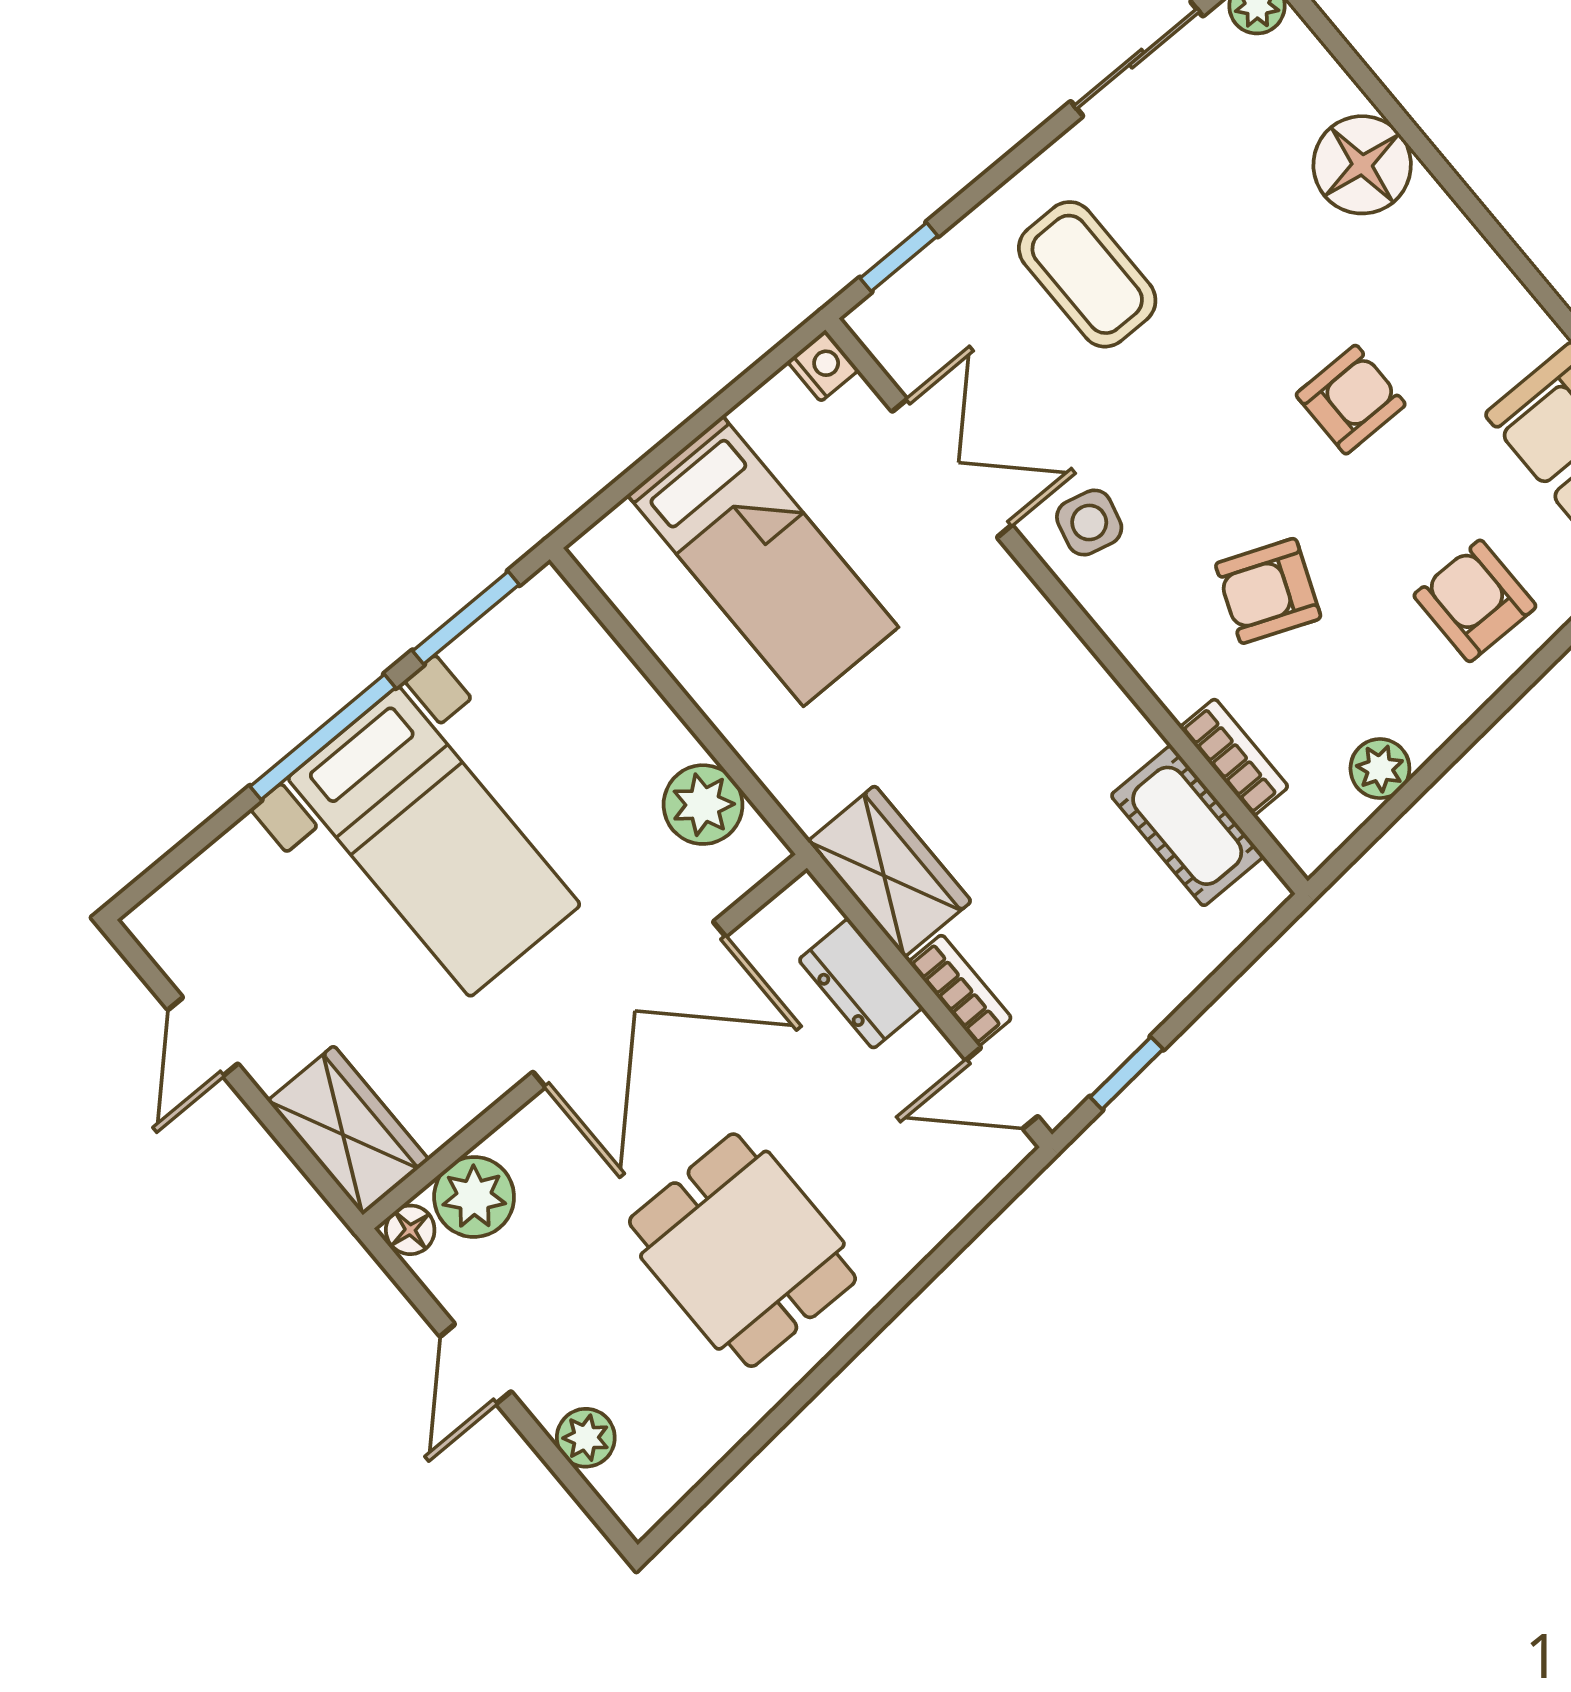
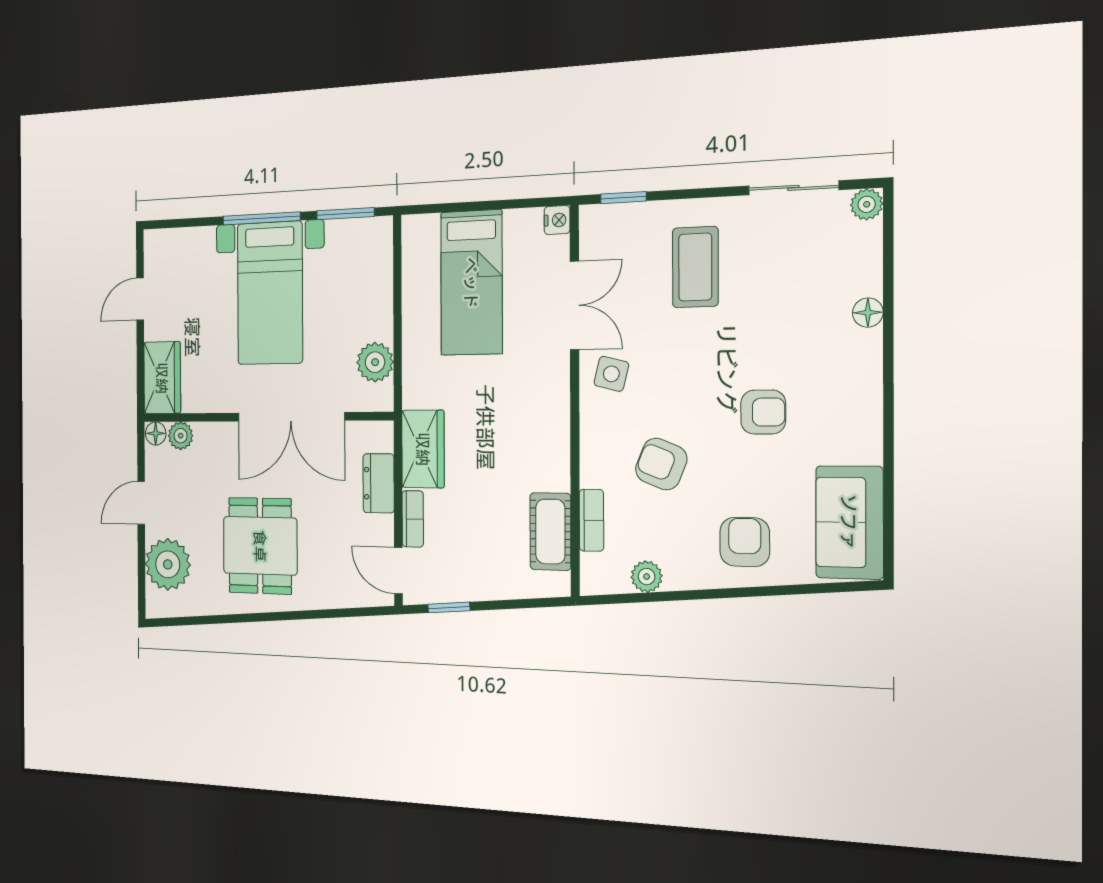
floor lamp: (1362, 165) -> (868, 313), width x0.53, depth x0.53
plant: (474, 1197) -> (181, 436), width x0.73, depth x0.73
plant: (586, 1438) -> (168, 564), width x1.88, depth x1.88

